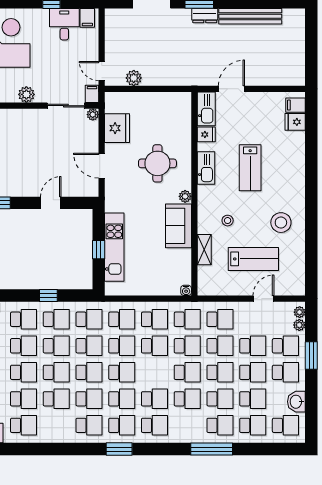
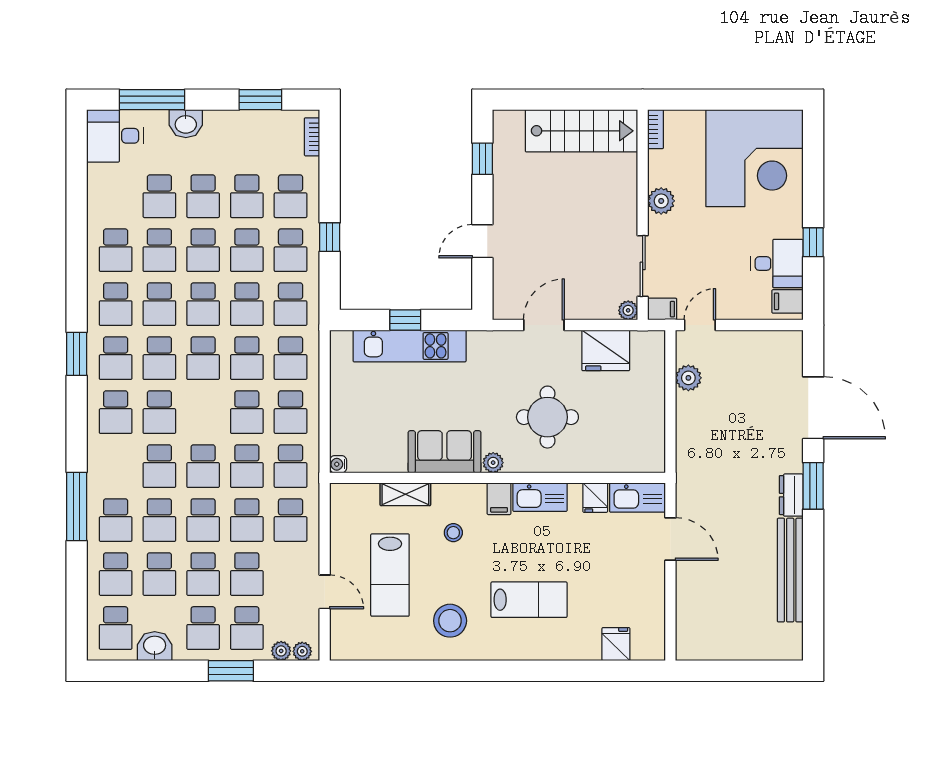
filing cabinet: (296, 105) -> (499, 499), moved, turned 180
lab bench: (250, 168) -> (529, 600), moved, turned 180
door: (51, 203) -> (482, 241), swing flipped
school desk: (24, 425) -> (116, 250), moved

